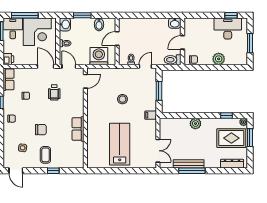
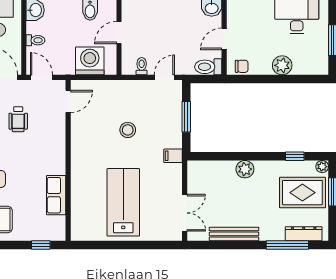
row of seats: (78, 129) -> (56, 195), moved
window: (53, 171) -> (41, 245), moved
window: (192, 171) -> (287, 245), moved

